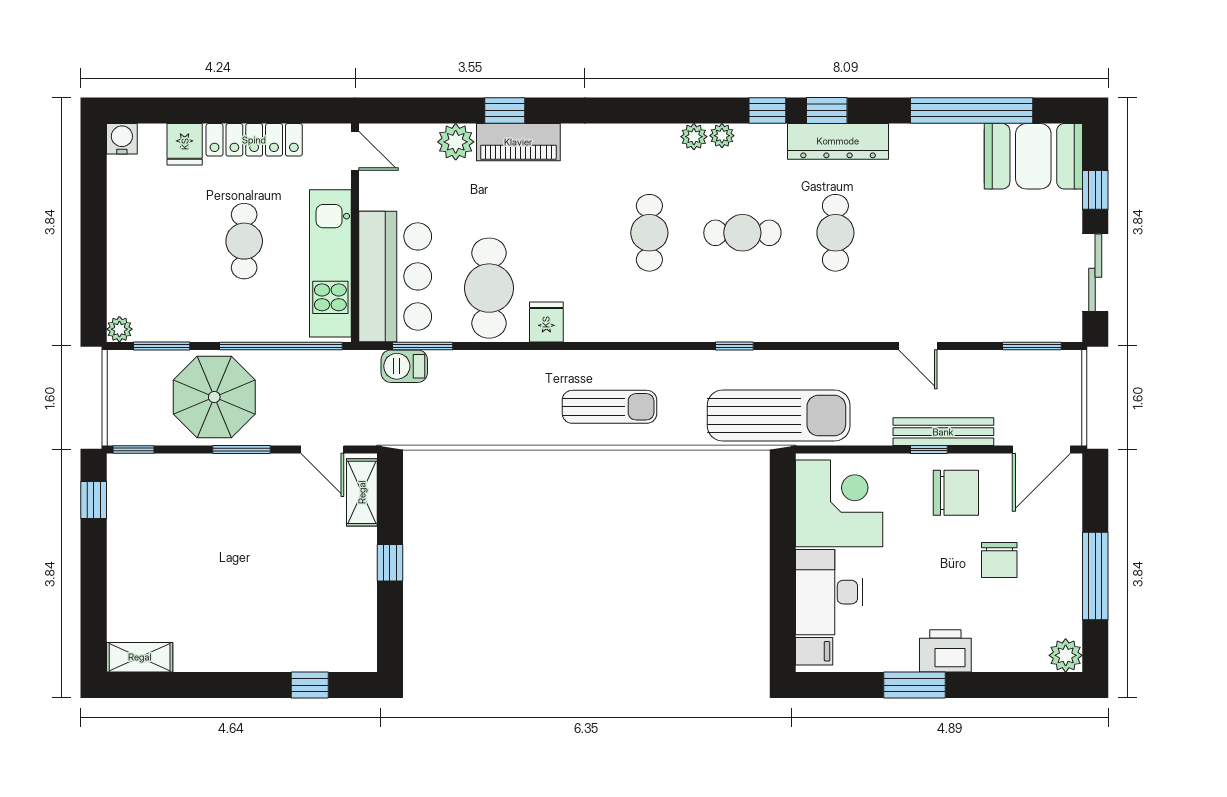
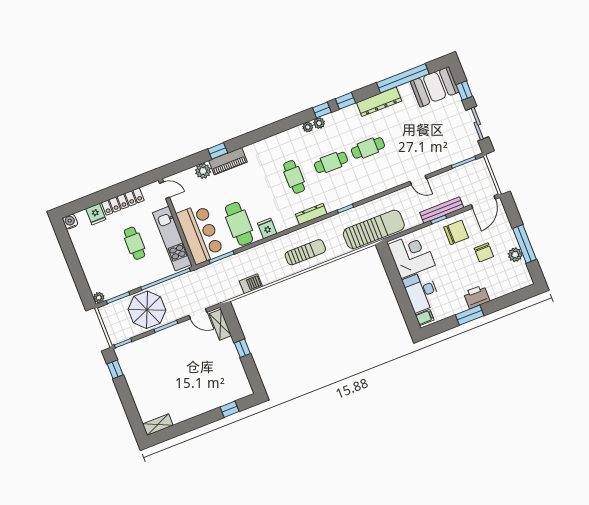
plant: (694, 137) -> (319, 123), moved
dresser: (838, 141) -> (379, 102), moved
cafe table: (835, 233) -> (368, 148), turned 90
dresser: (655, 328) -> (311, 214), added
barbecue: (404, 366) -> (251, 284), moved, turned 180
plant: (1066, 655) -> (515, 255), moved

